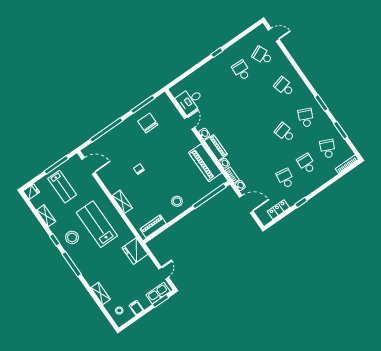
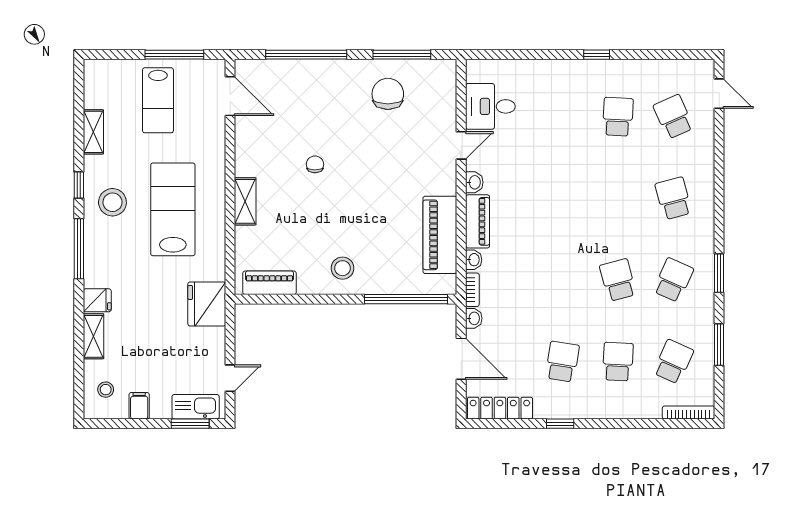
fridge: (31, 192) -> (97, 300), moved
locker: (278, 210) -> (500, 408), width x1.53

